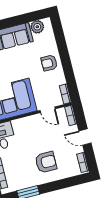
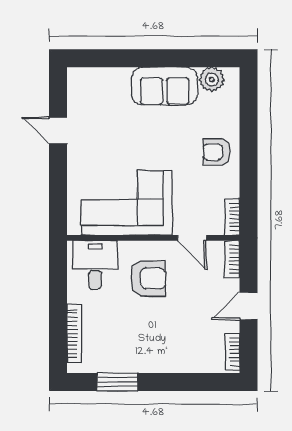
door: (85, 137) -> (248, 306), hinge flipped
armchair: (46, 162) -> (148, 278), moved

